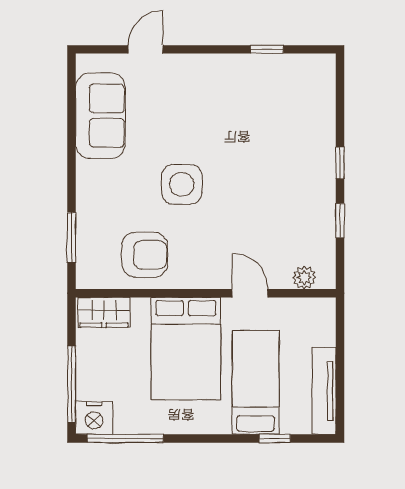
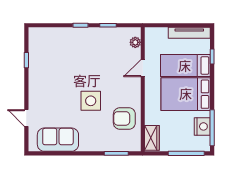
armchair: (145, 255) -> (124, 118), turned -90
bed: (186, 349) -> (186, 94), moved, turned 180
nightstand: (94, 418) -> (202, 126), moved

